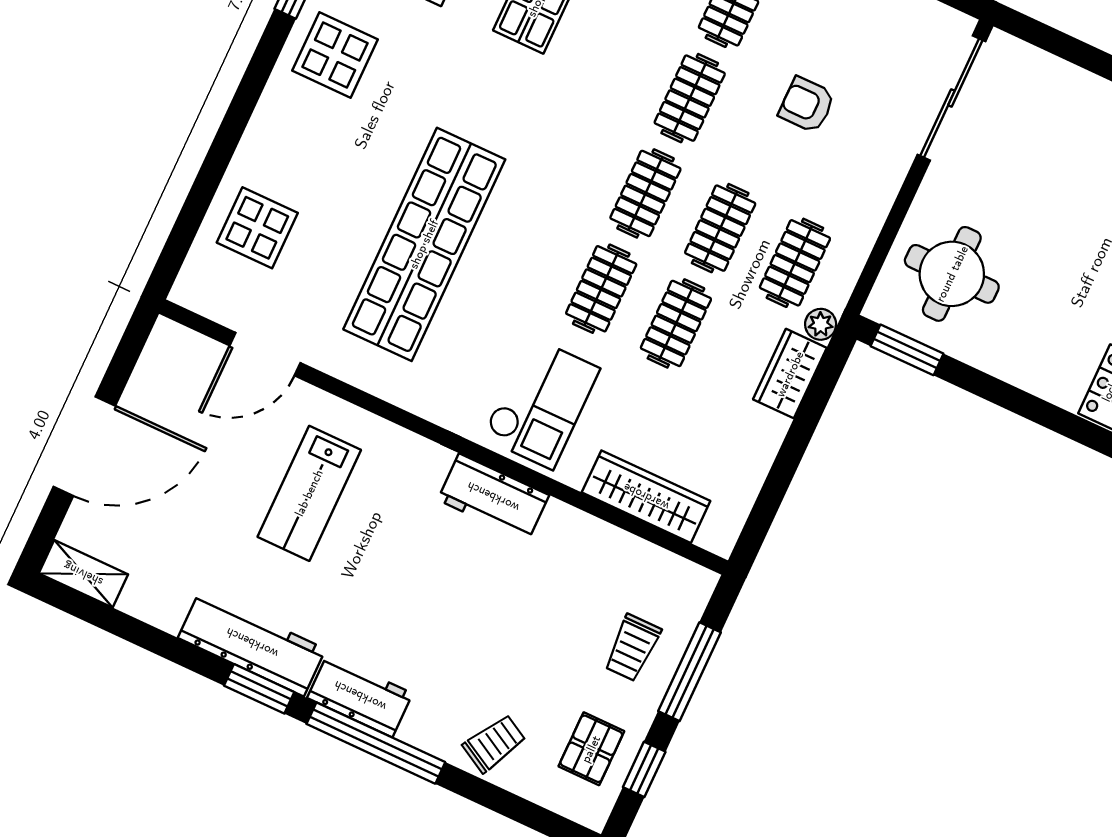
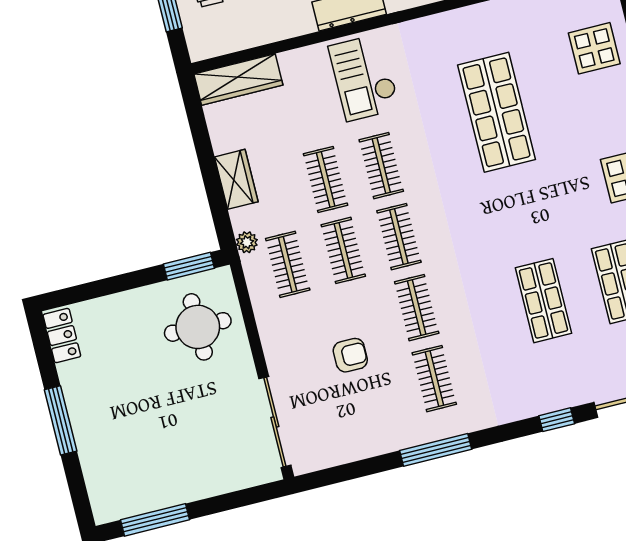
shop shelf: (424, 244) -> (496, 112), width x0.71
wardrobe: (790, 374) -> (236, 179), moved
wardrobe: (646, 497) -> (238, 79), moved

